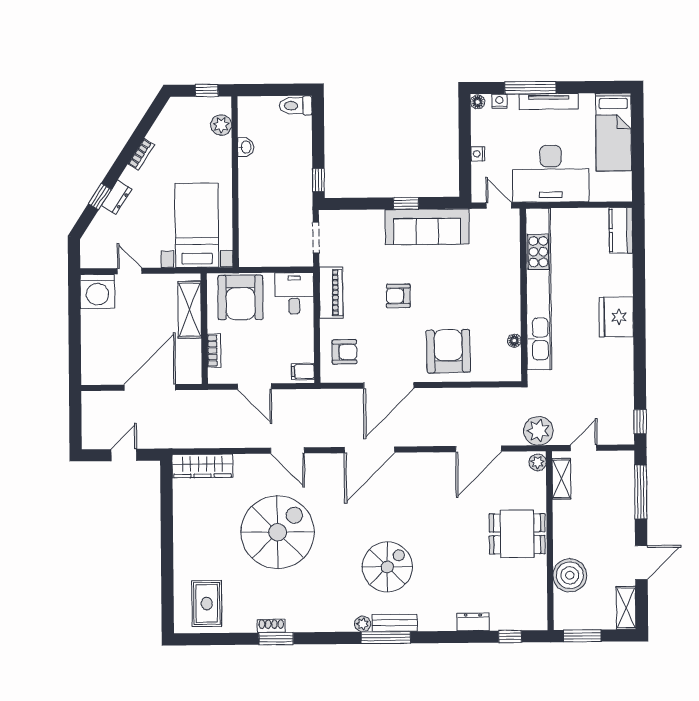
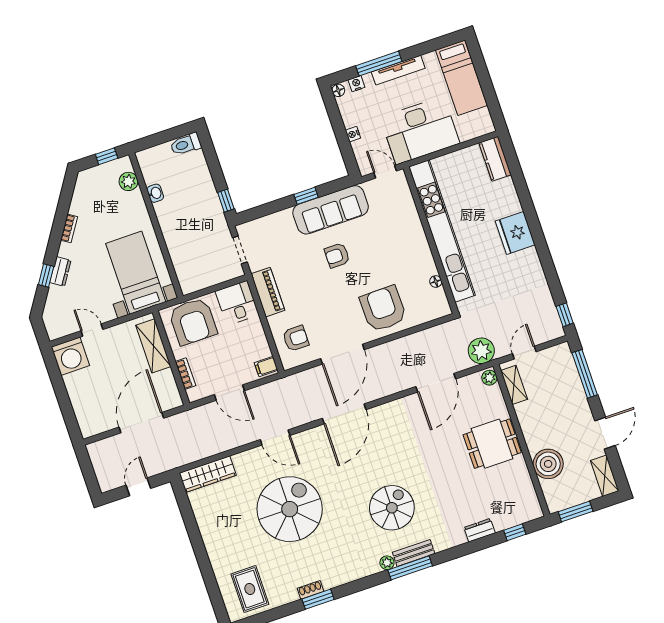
armchair: (398, 296) -> (337, 255), moved

